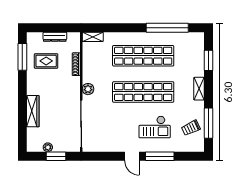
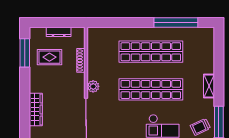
shelving: (93, 37) -> (98, 32), removed
window: (209, 60) -> (219, 57), removed

